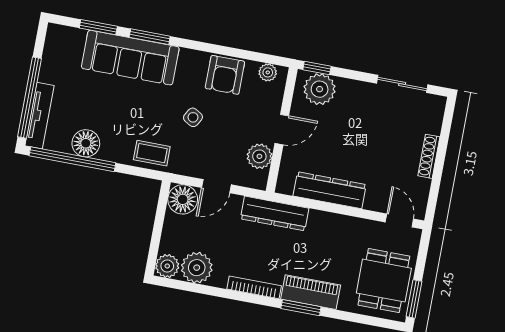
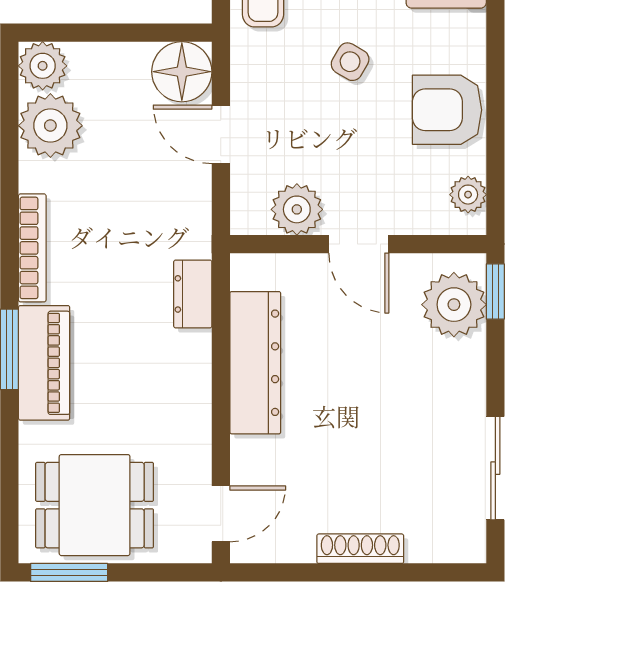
dresser: (275, 213) -> (193, 294), width x0.51, depth x0.80

